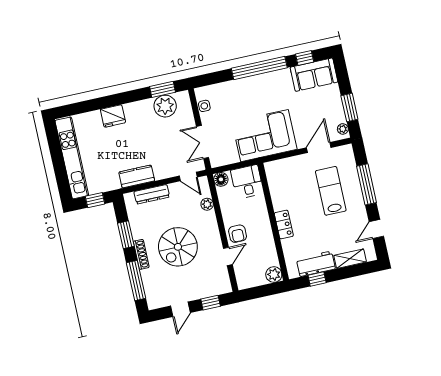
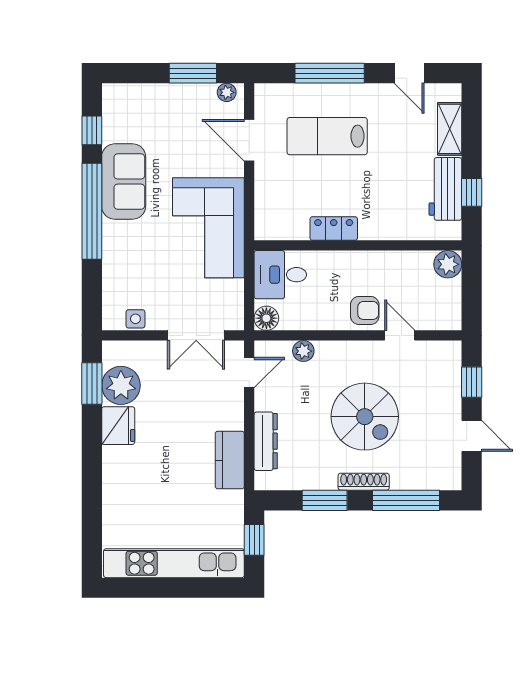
sofa: (314, 75) -> (124, 182), moved
fridge: (113, 116) -> (118, 426), moved
locker: (284, 225) -> (334, 229), moved

